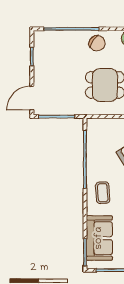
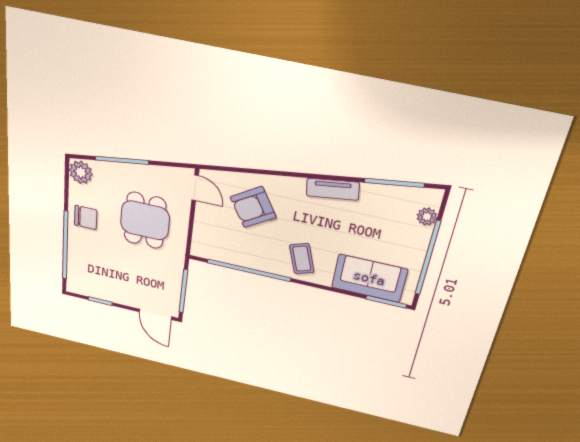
chair: (97, 43) -> (86, 217), turned 56
coffee table: (103, 193) -> (302, 259), turned 75

